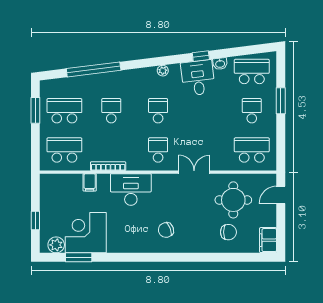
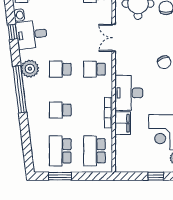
window: (94, 69) -> (20, 89), moved
plant: (163, 71) -> (30, 69), width x1.88, depth x1.88
filing cabinet: (90, 182) -> (123, 123), width x2.00

